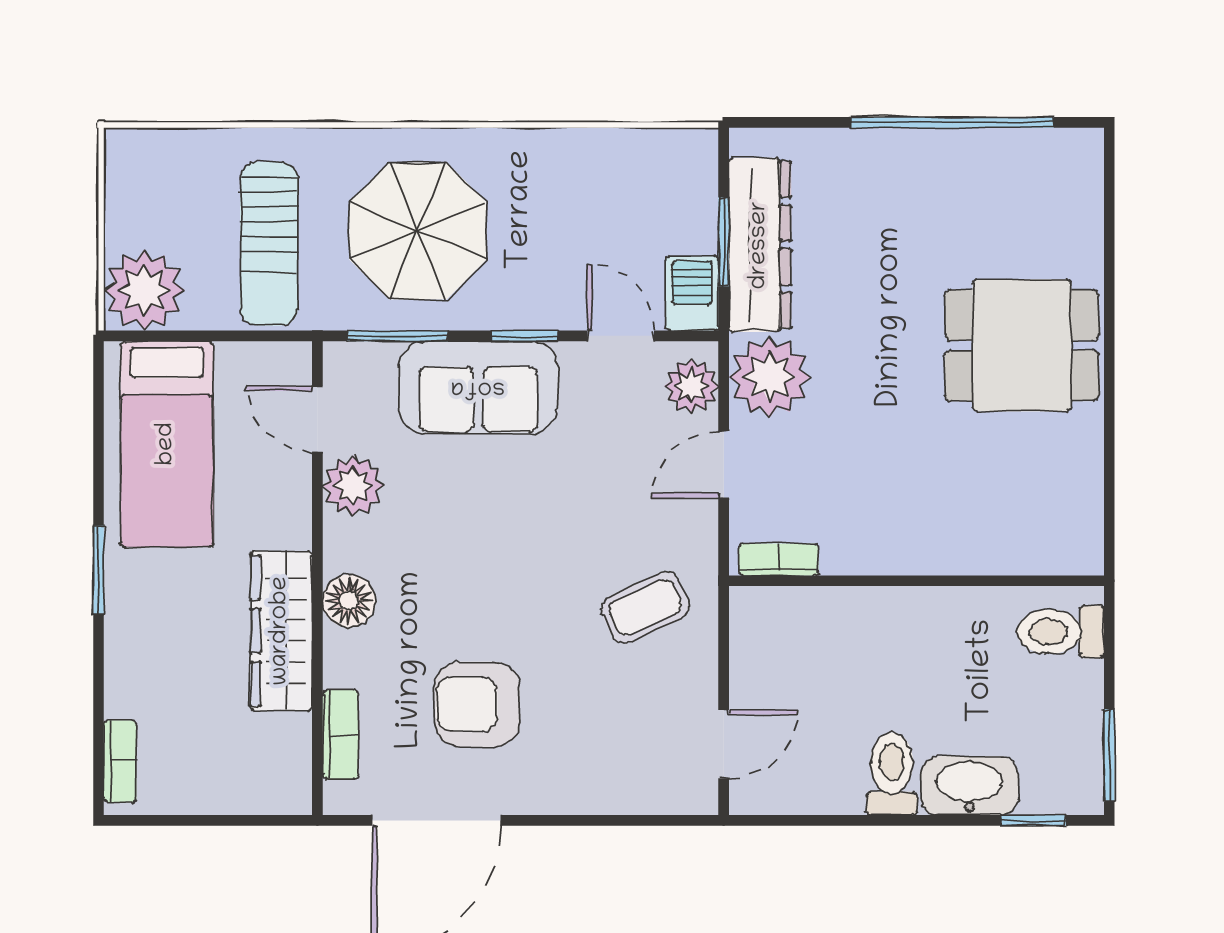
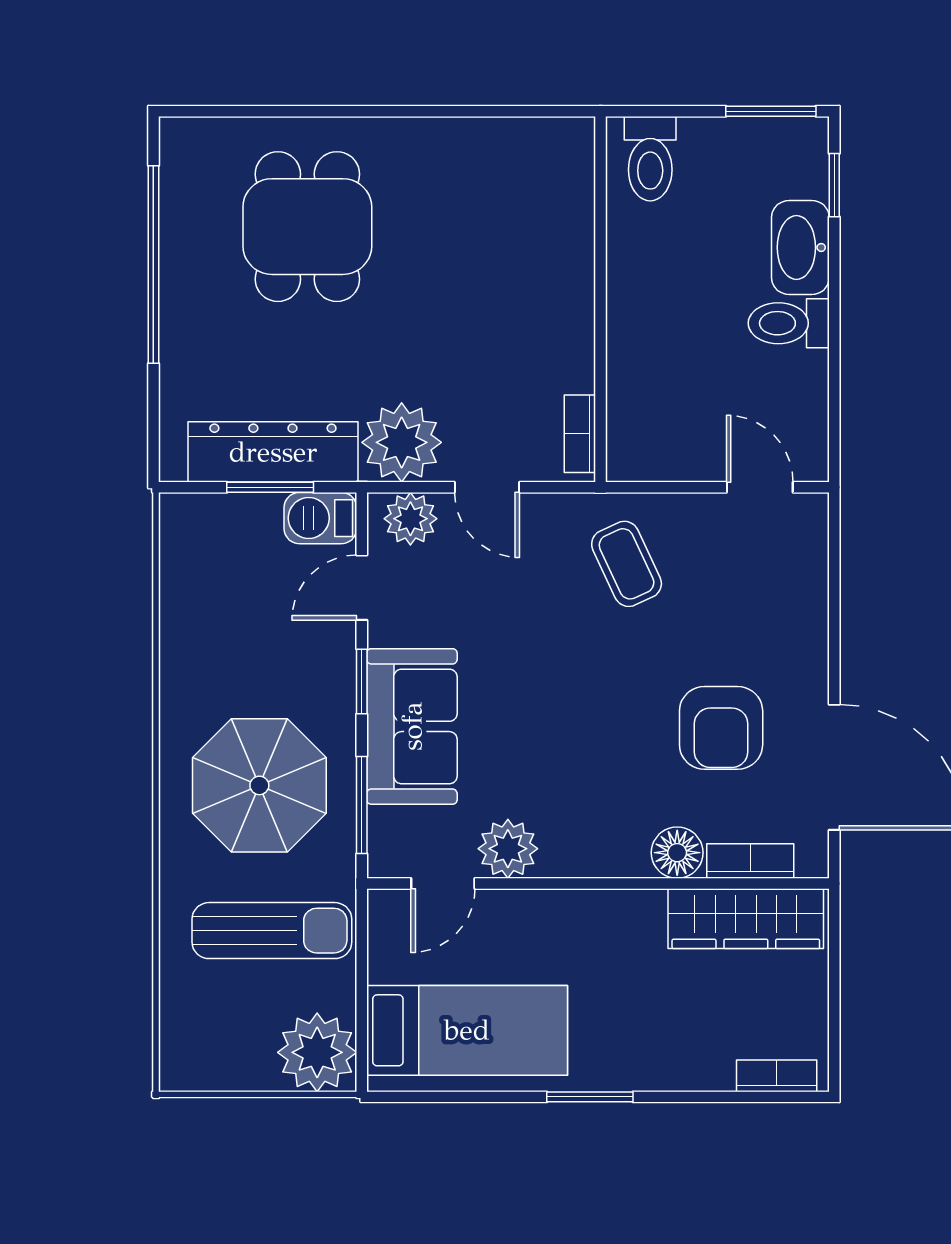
dining table: (1022, 345) -> (307, 227), moved
floor lamp: (349, 601) -> (677, 853), moved
wardrobe: (281, 631) -> (746, 919), moved

